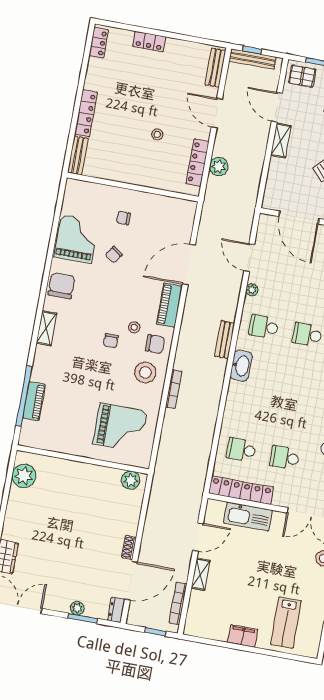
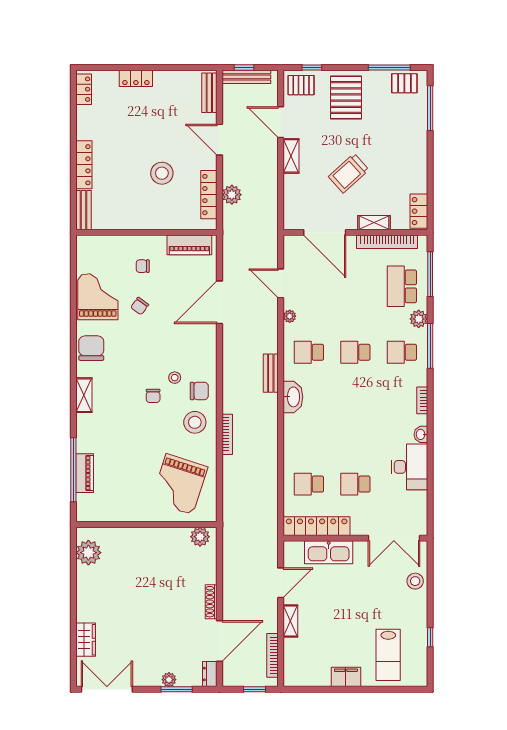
stool: (157, 134) -> (162, 173), width x1.89, depth x1.89
piano: (169, 305) -> (189, 245), moved, turned -90
grand piano: (120, 428) -> (179, 484), turned 108
shoe rack: (129, 547) -> (211, 602), width x1.43

